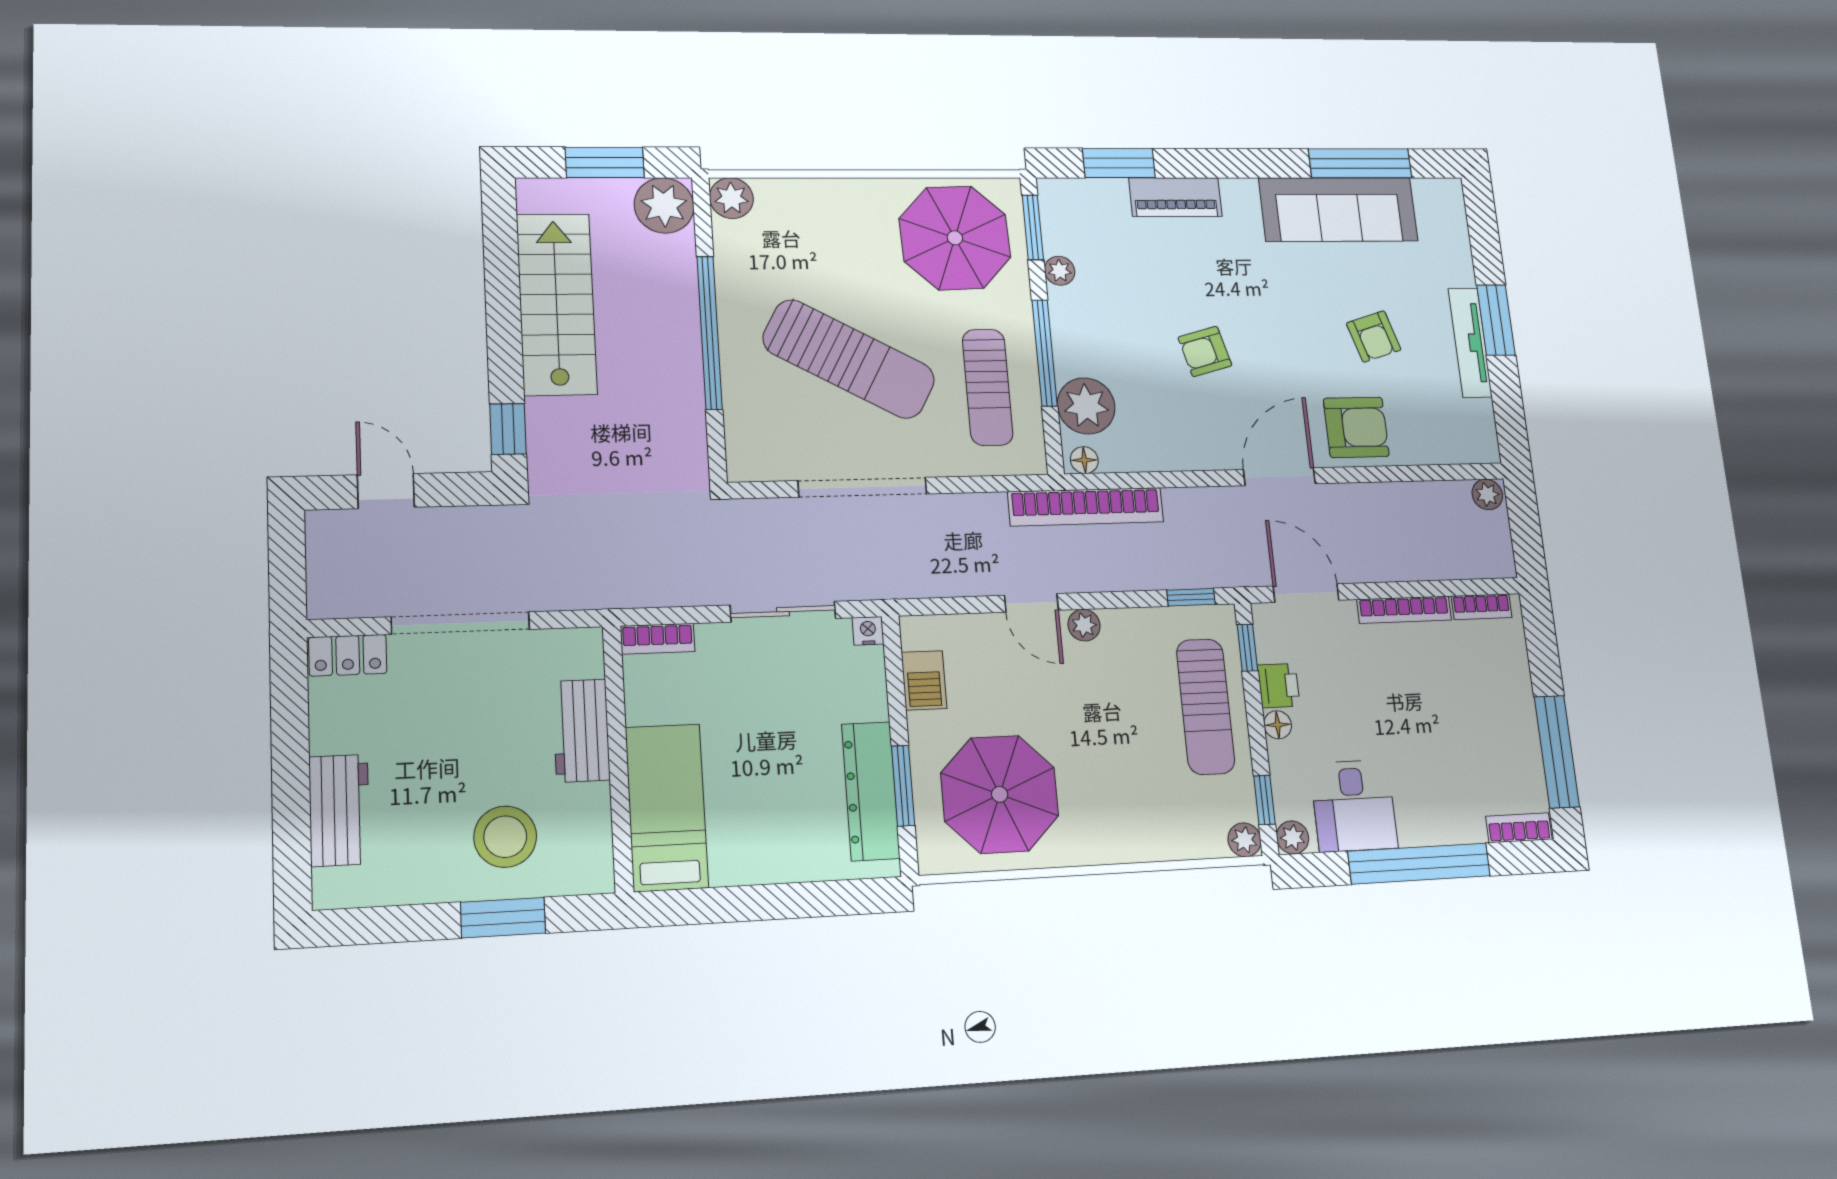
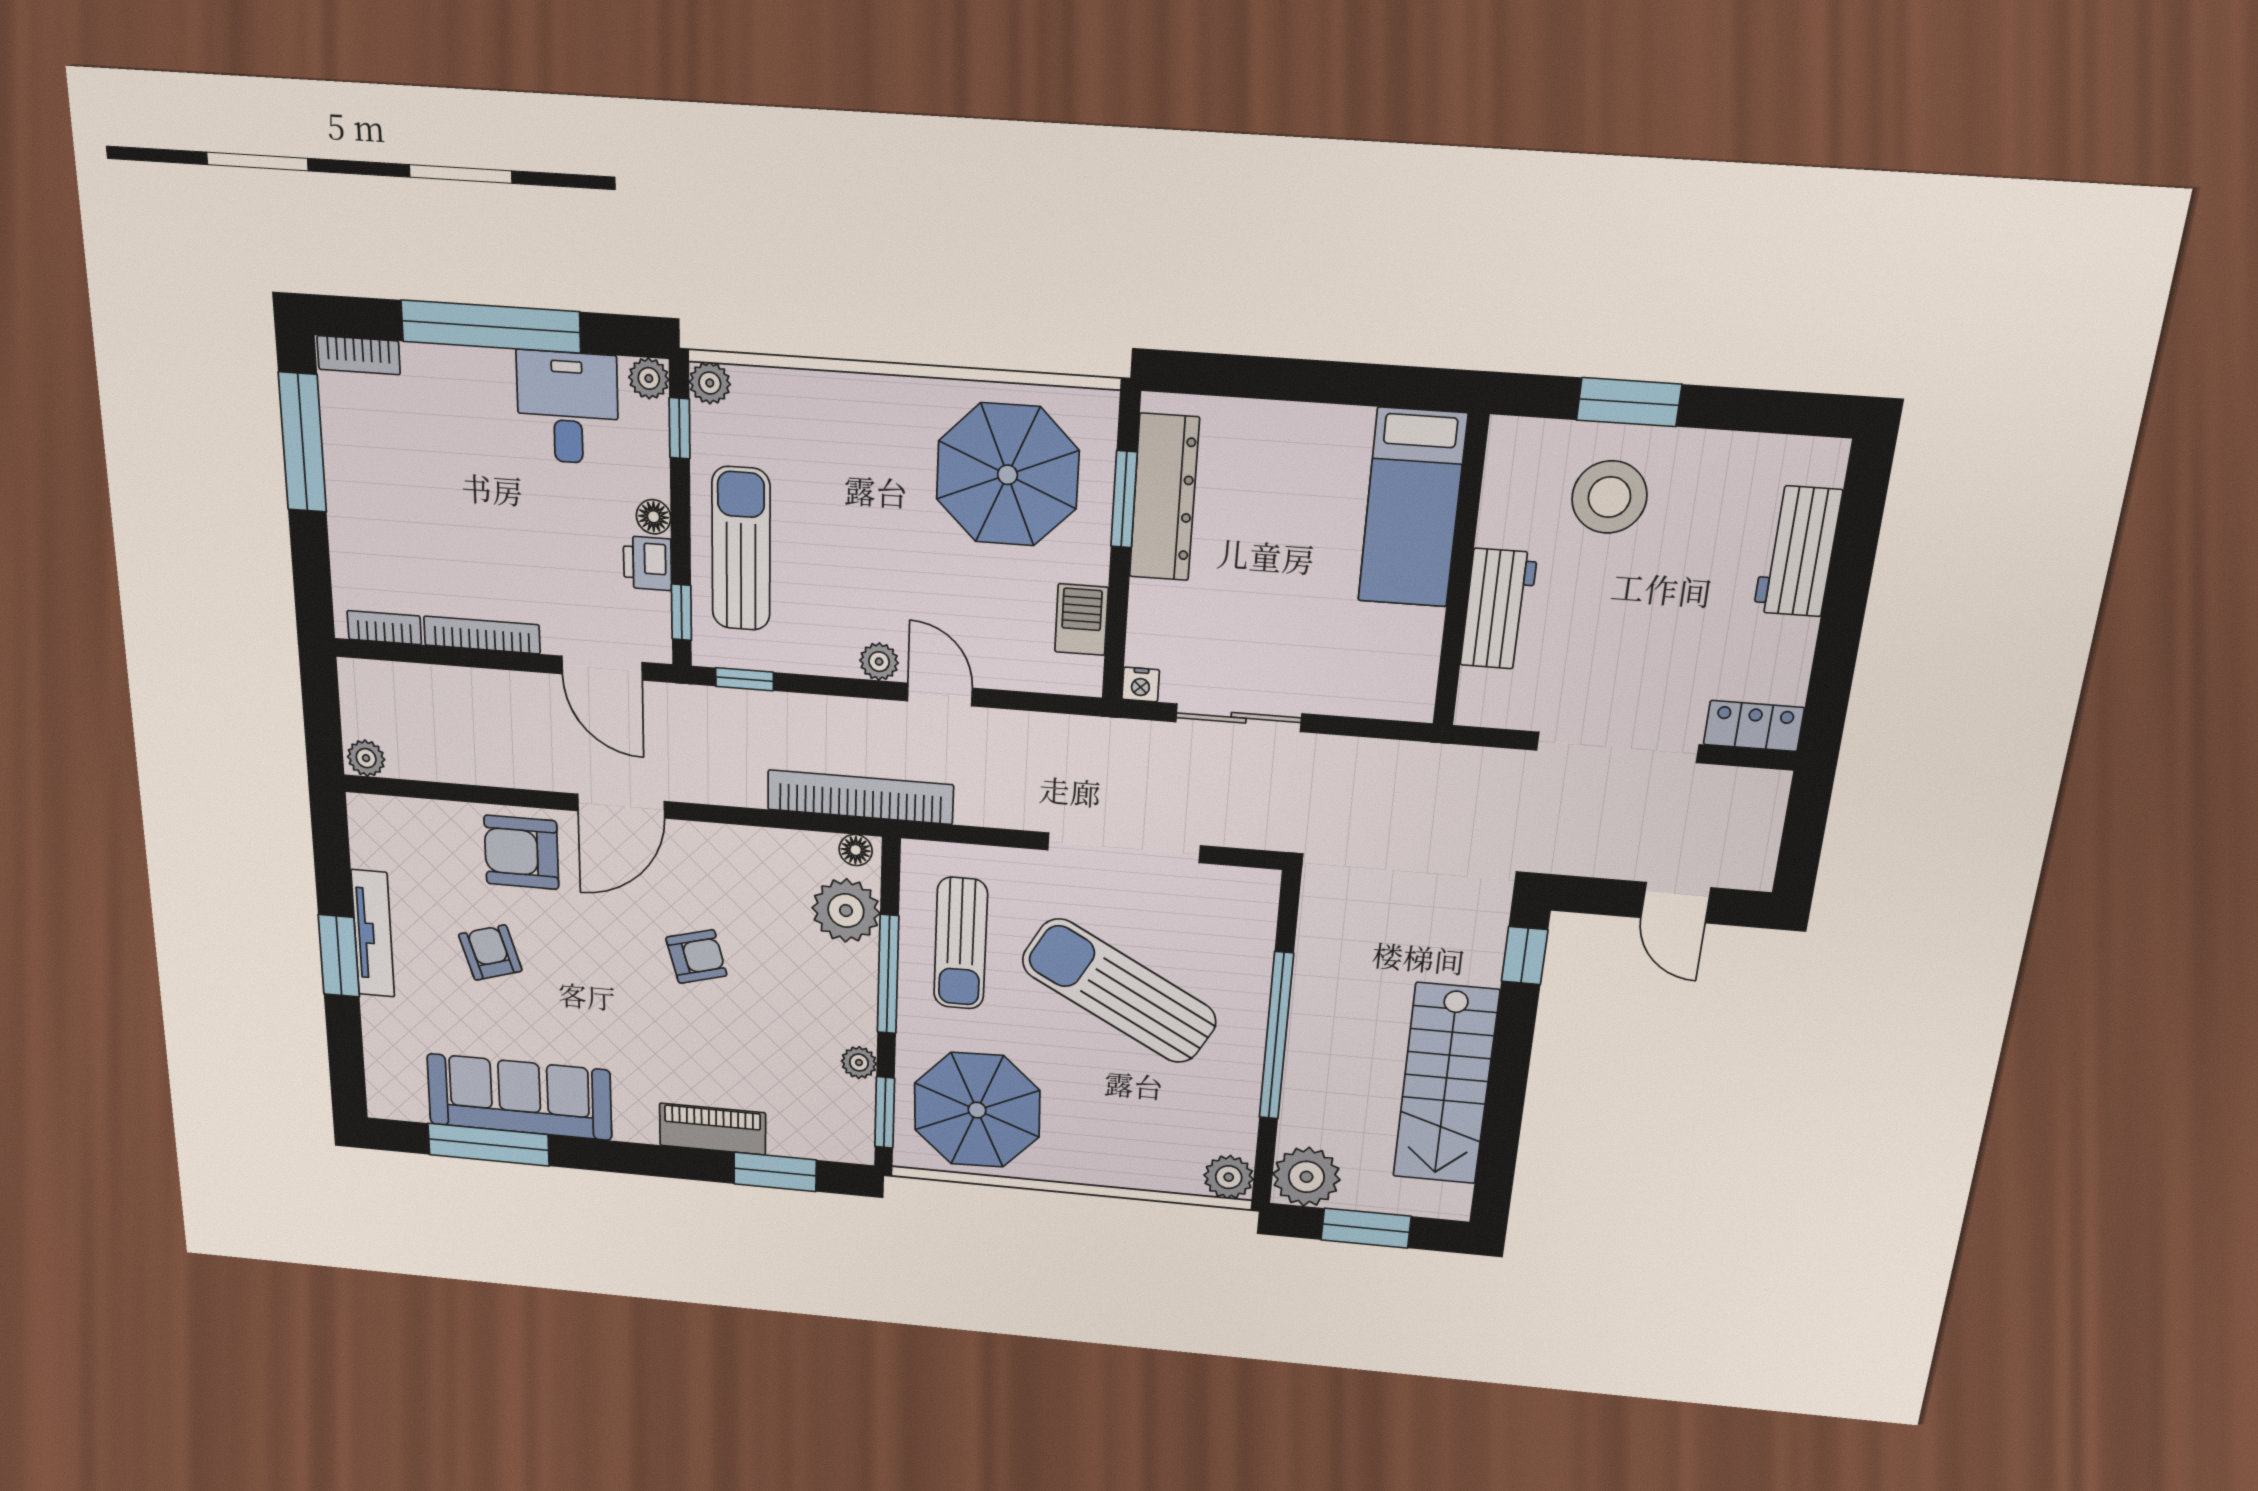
sun lounger: (988, 387) -> (961, 943), turned 180
bookcase: (658, 639) -> (1391, 704), removed

